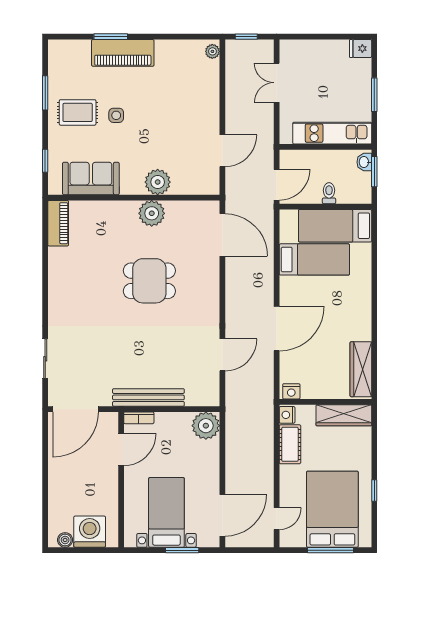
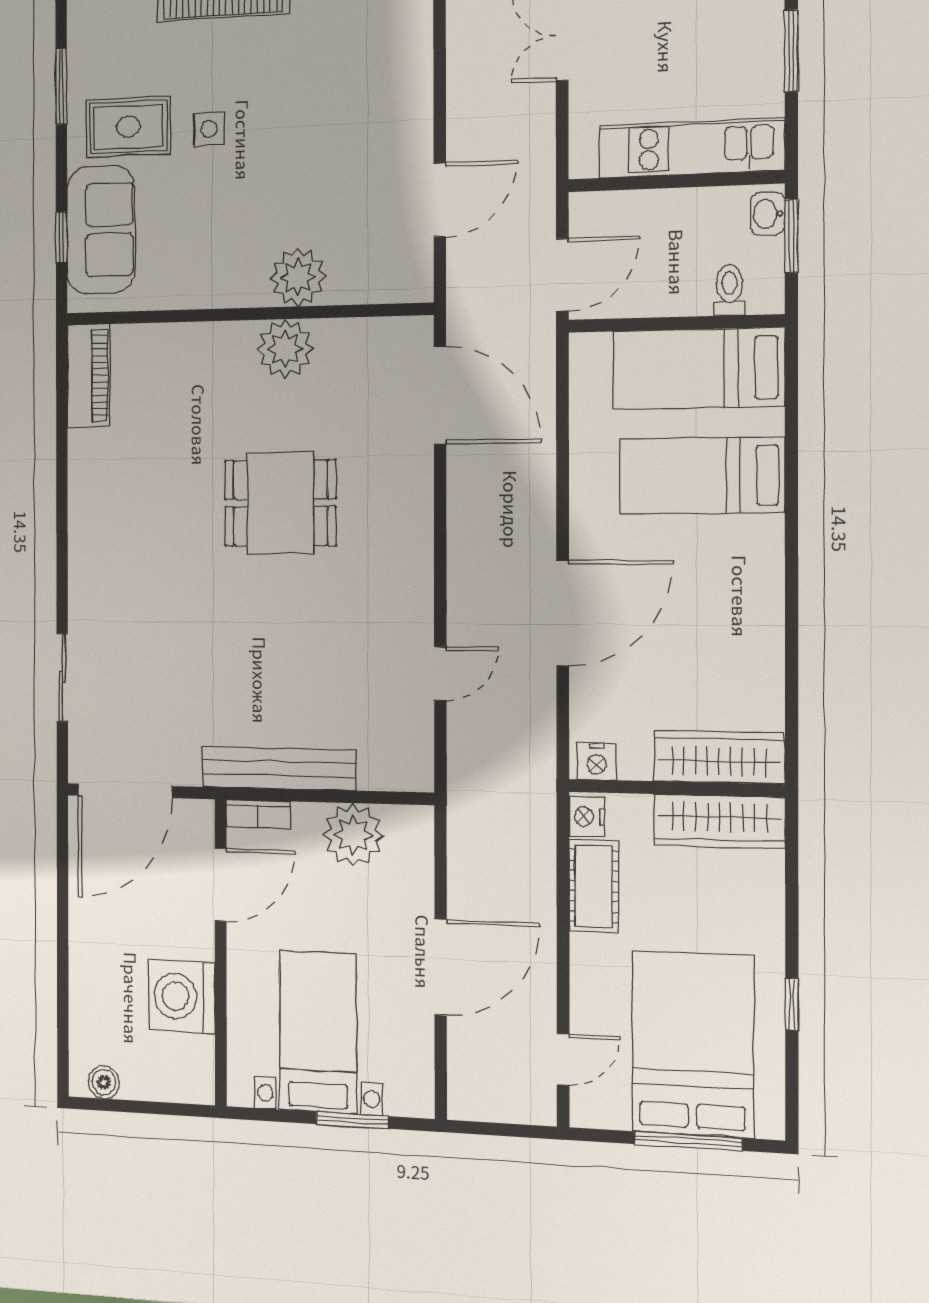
sofa: (91, 178) -> (101, 230), moved, turned 90
toilet: (329, 193) -> (729, 290), moved
bed: (314, 259) -> (702, 476), moved, turned 180
door: (222, 355) -> (440, 674), width x0.73
wardrobe: (361, 369) -> (719, 757), moved, turned 90
plant: (206, 426) -> (353, 835), moved
door: (222, 515) -> (441, 967), moved
washing machine: (90, 532) -> (182, 996), moved, turned -90

